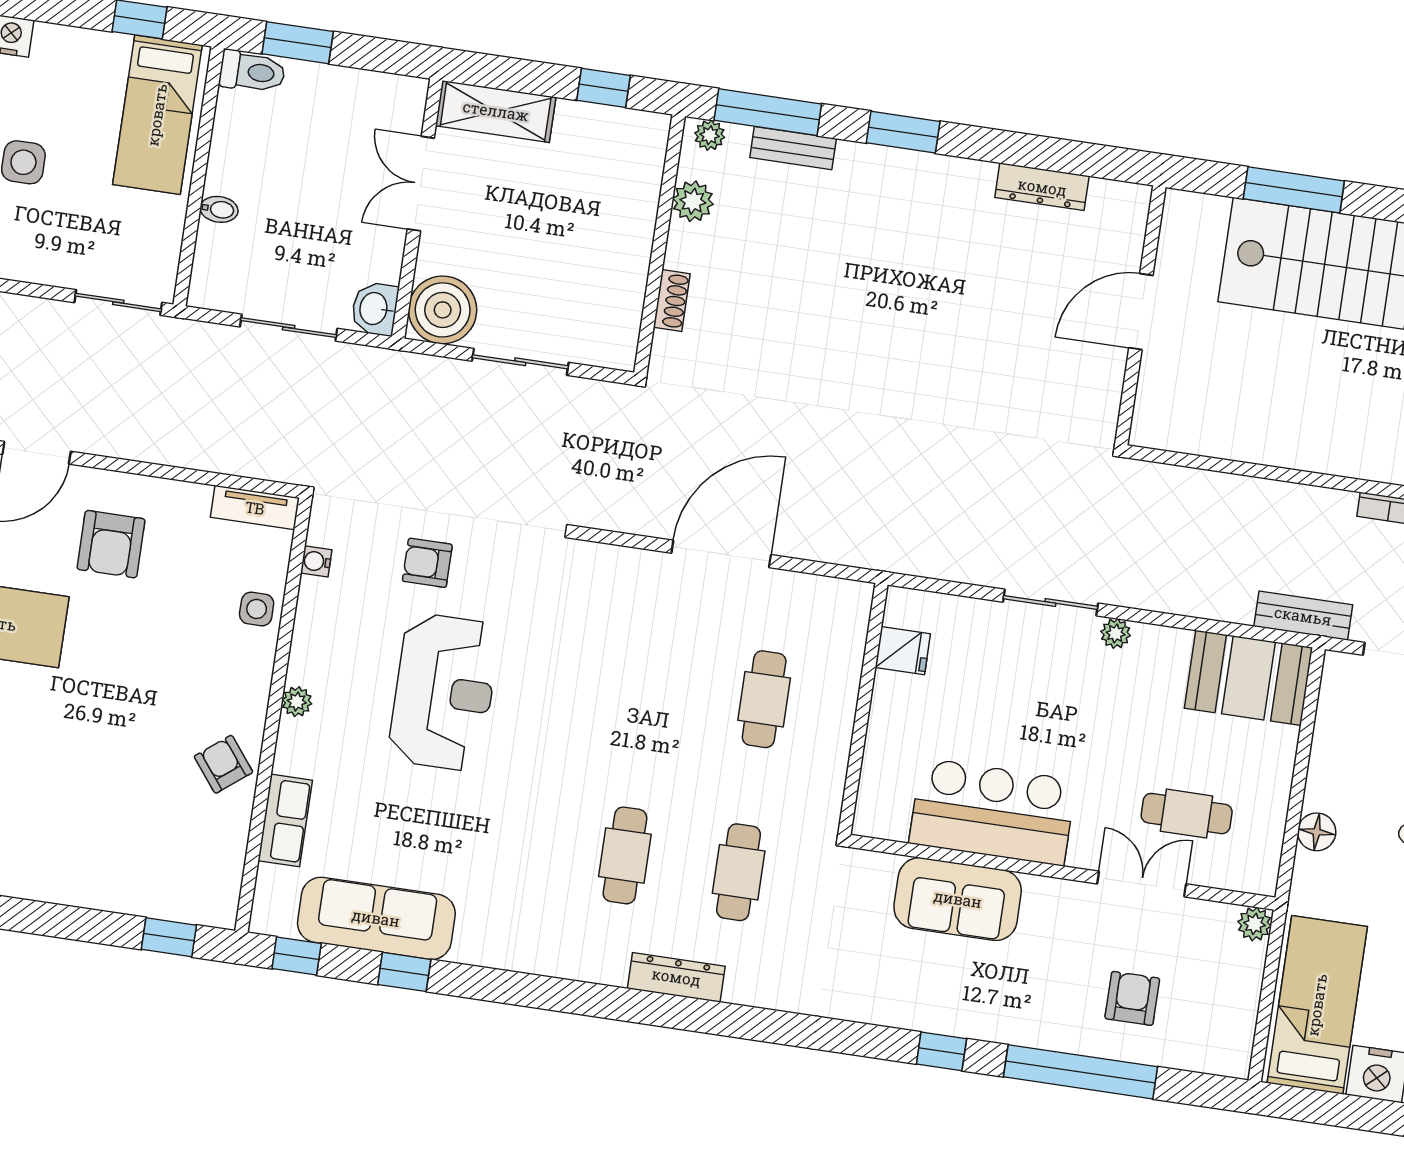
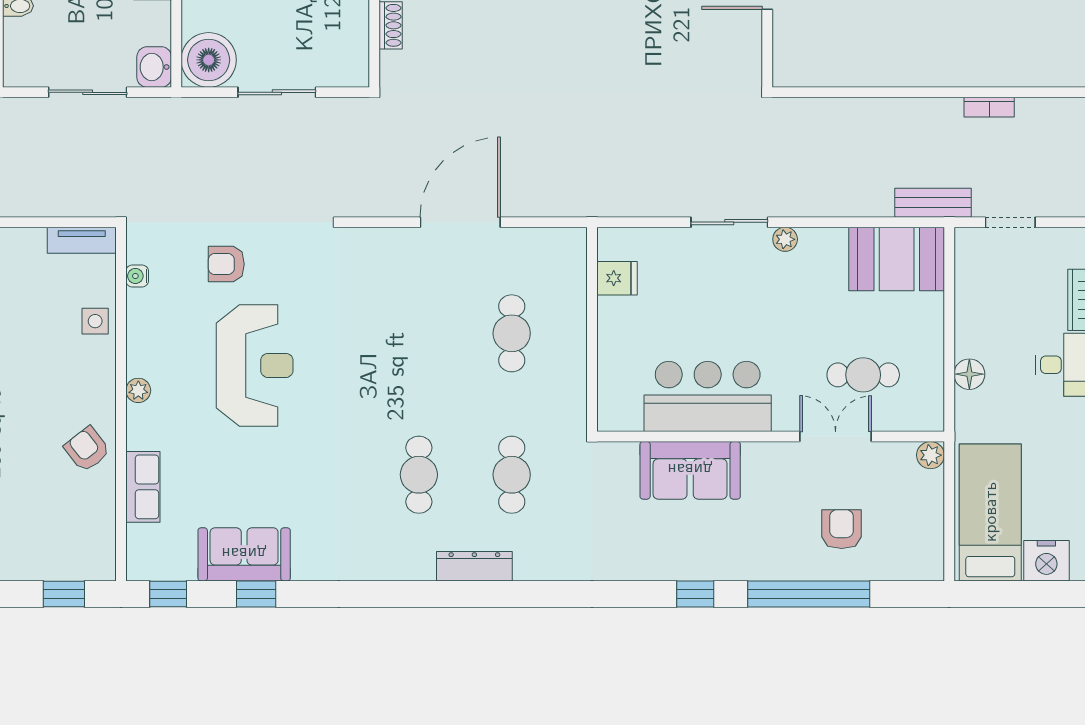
sofa: (376, 918) -> (244, 554), width x0.73

